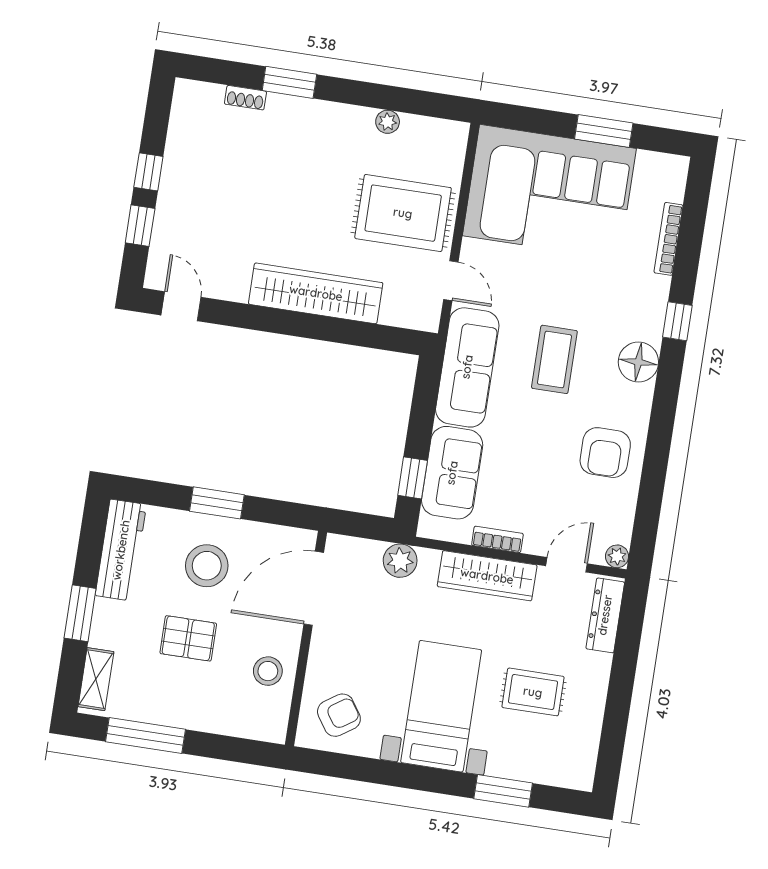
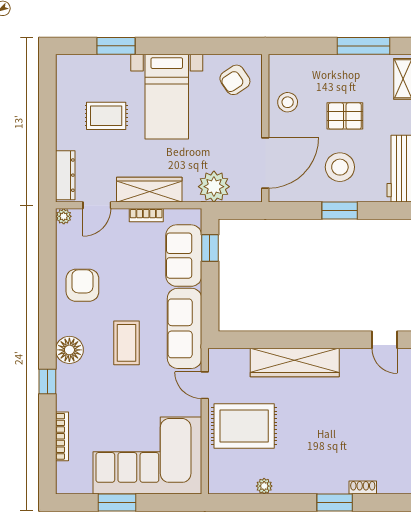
plant: (400, 561) -> (214, 187), width x1.36, depth x1.36

